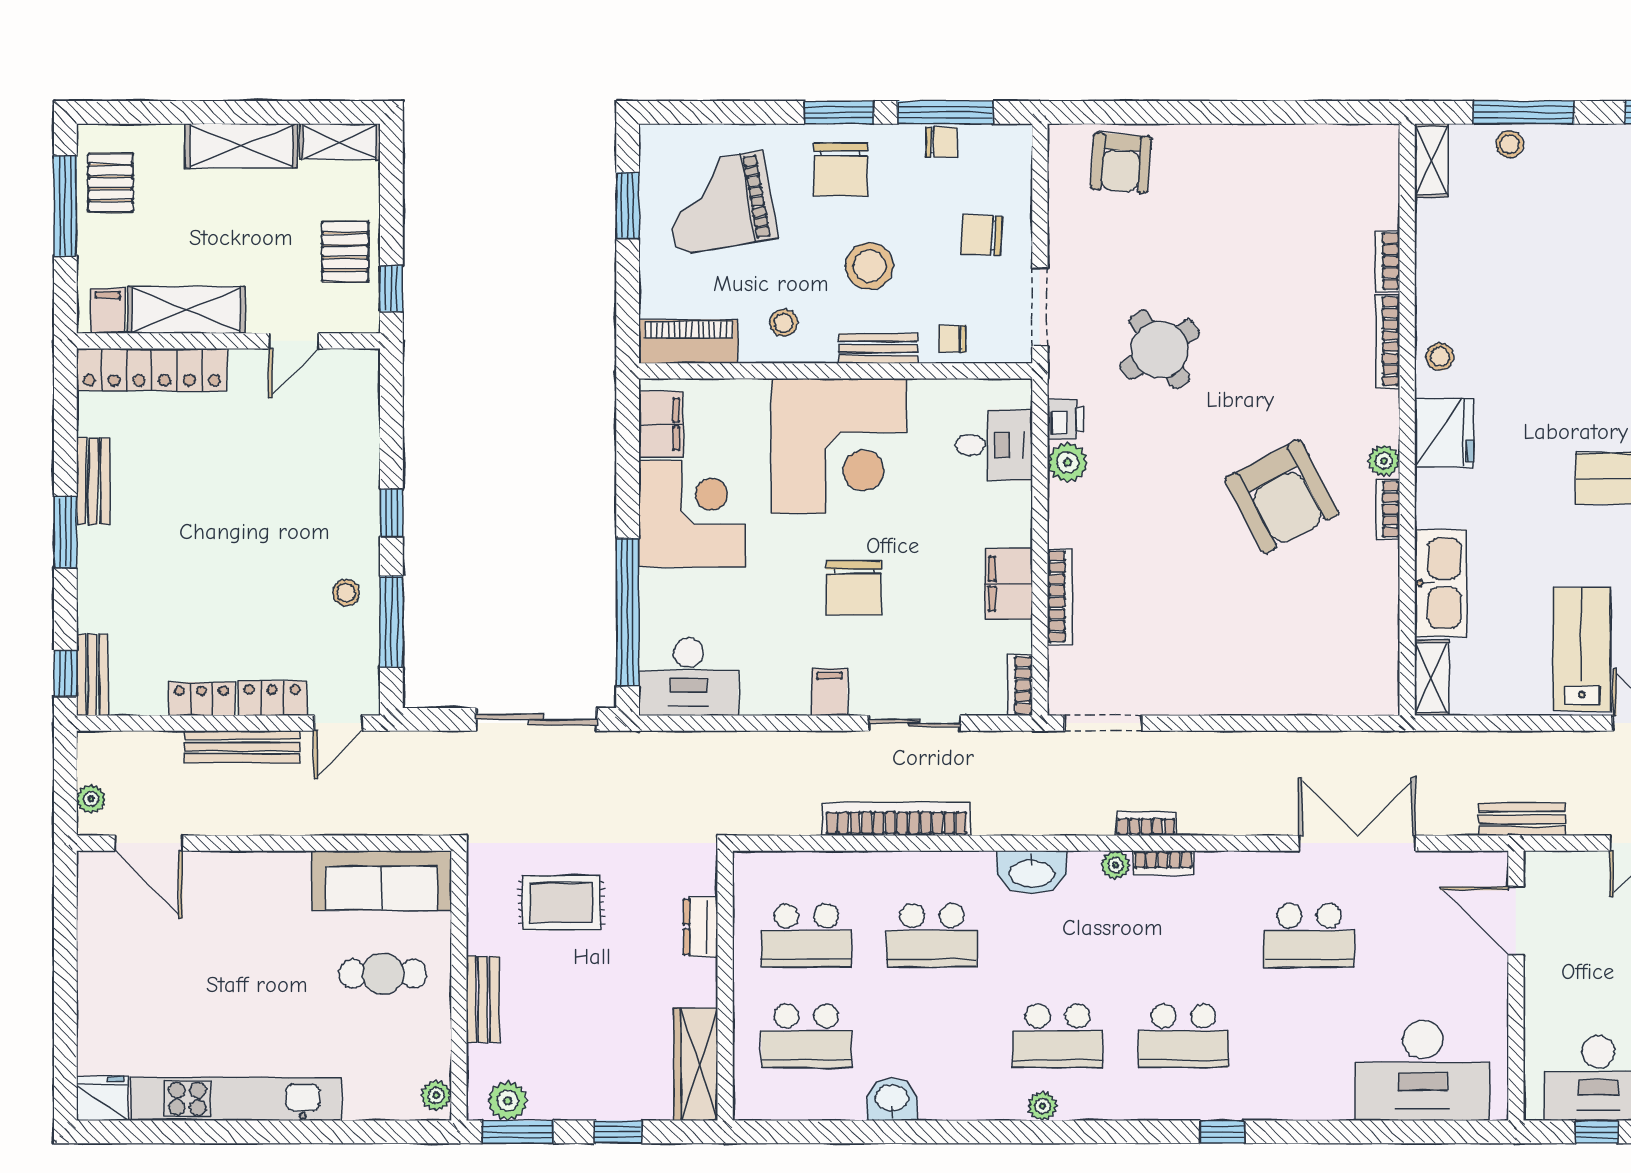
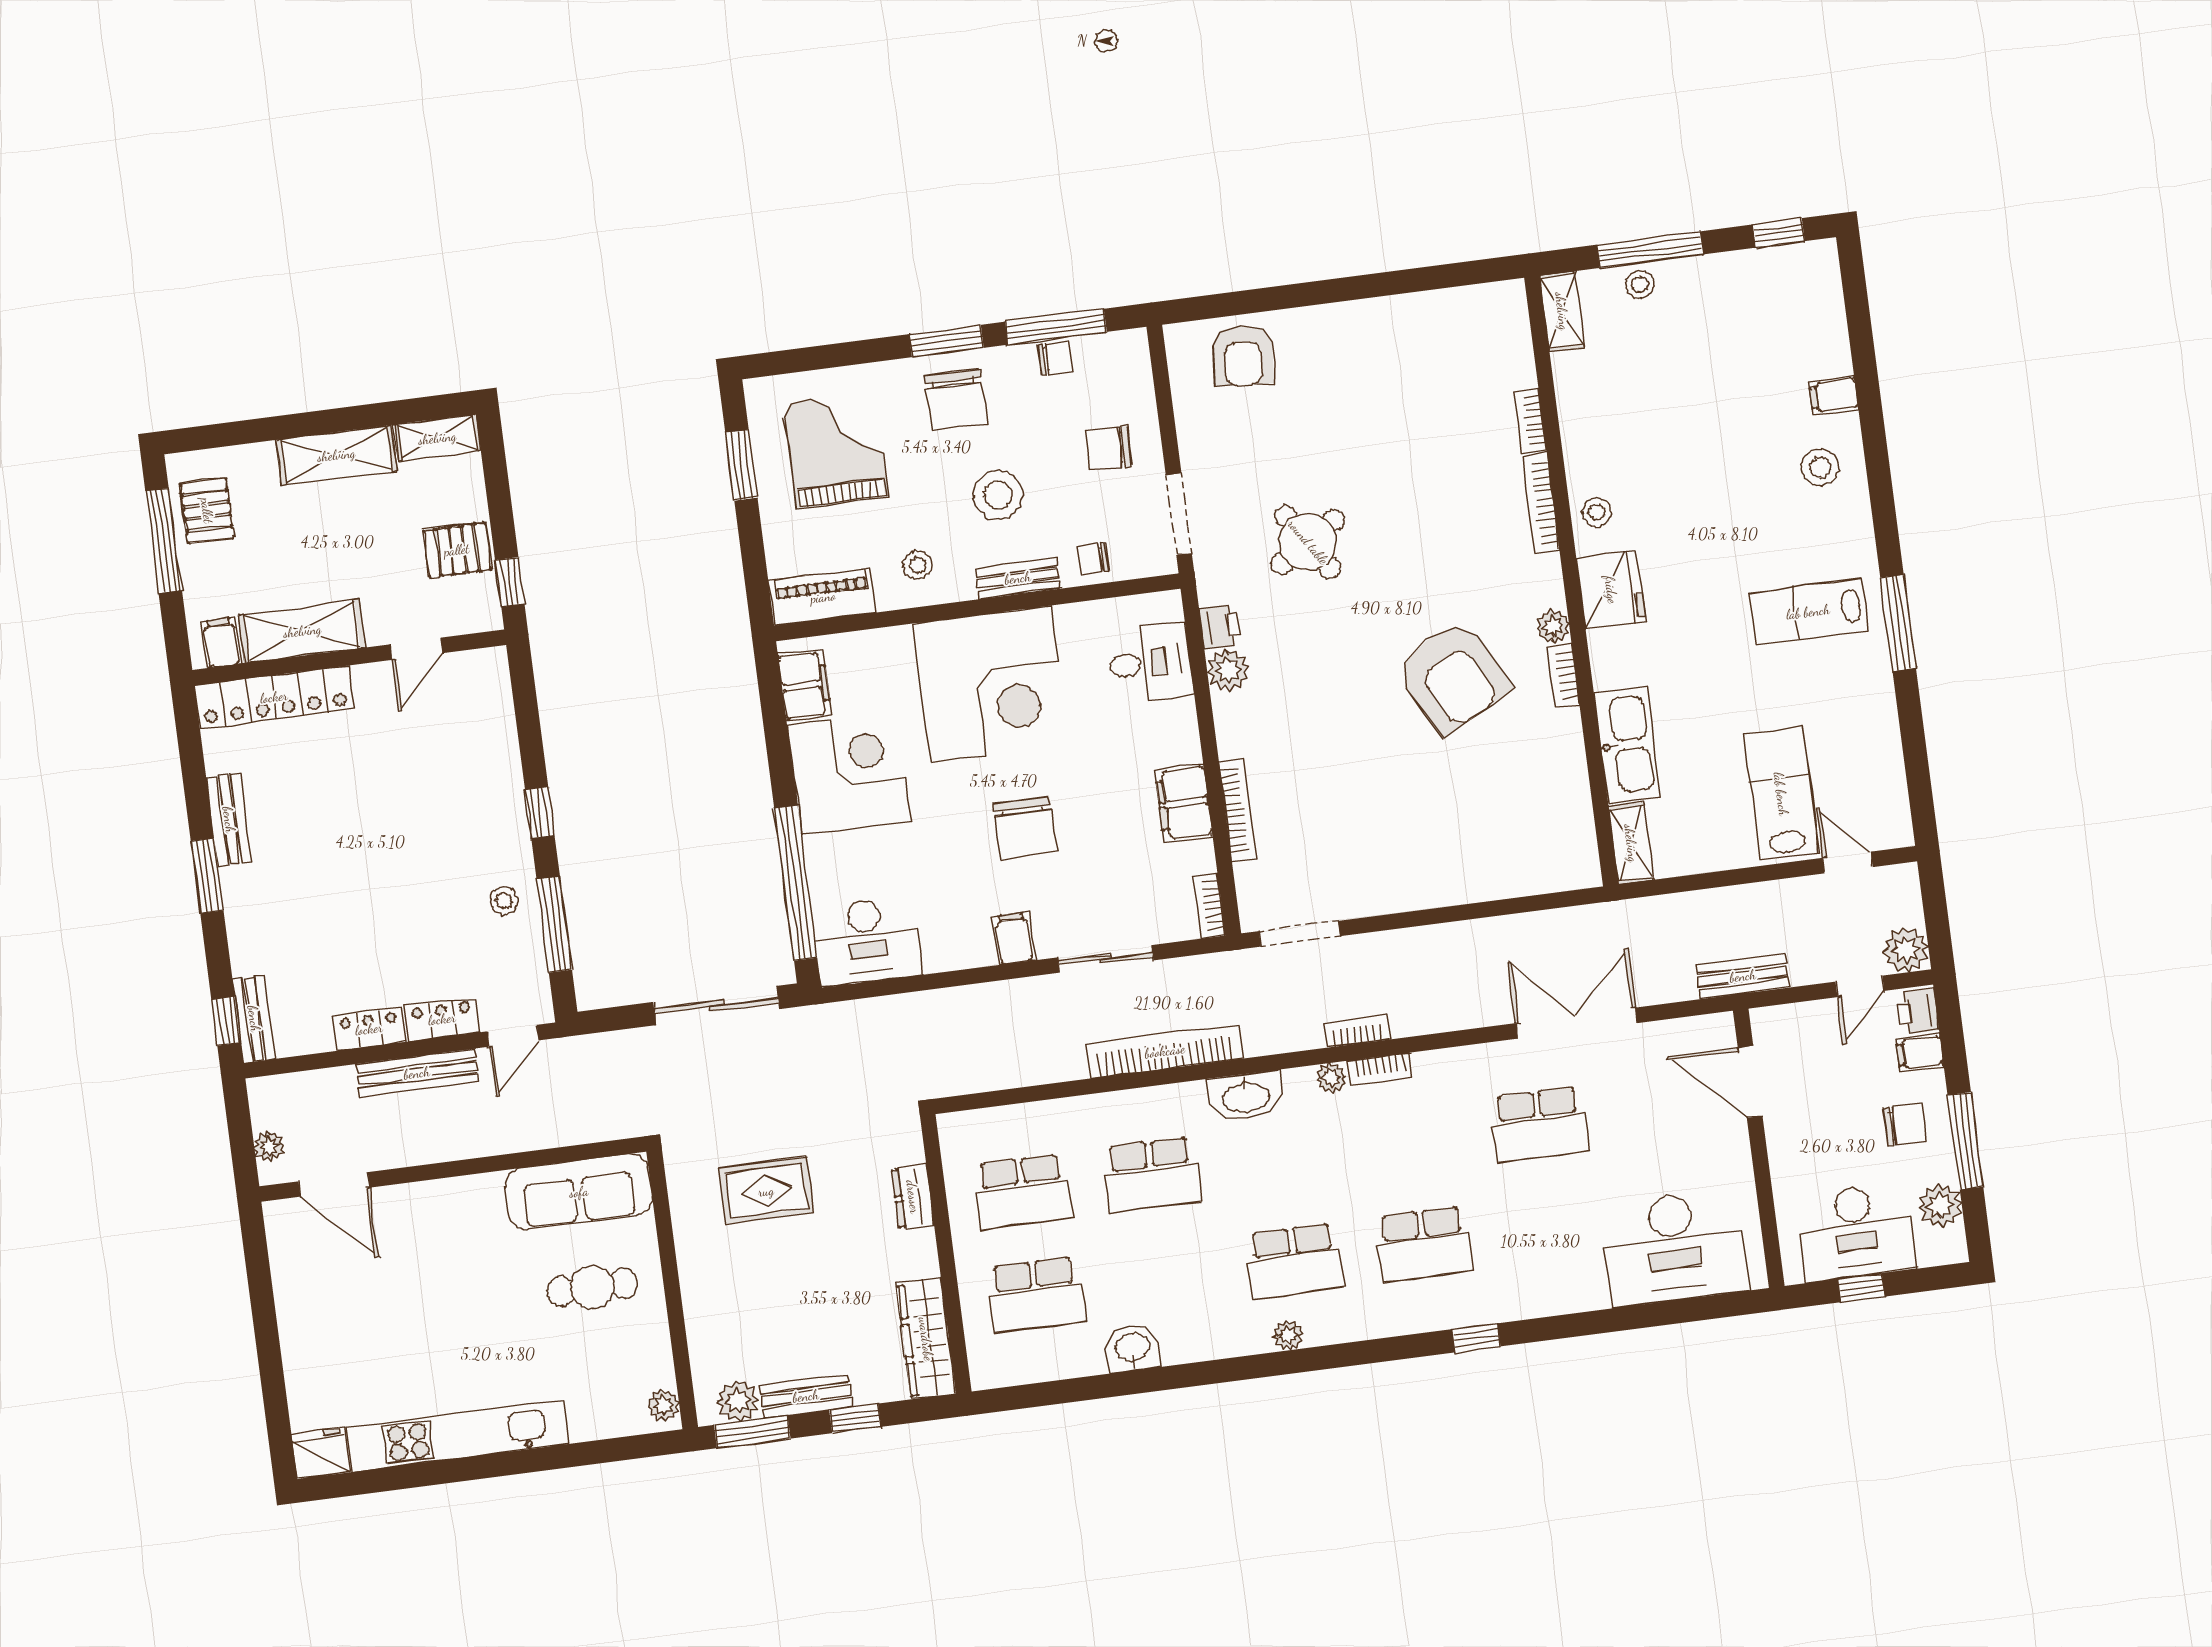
grand piano: (720, 203) -> (836, 450), turned 100
pallet: (345, 252) -> (457, 550), turned 90
bookcase: (896, 819) -> (1165, 1051), moved
bench: (483, 999) -> (806, 1396), moved, turned 90

